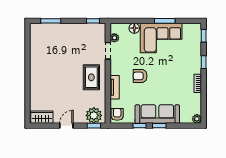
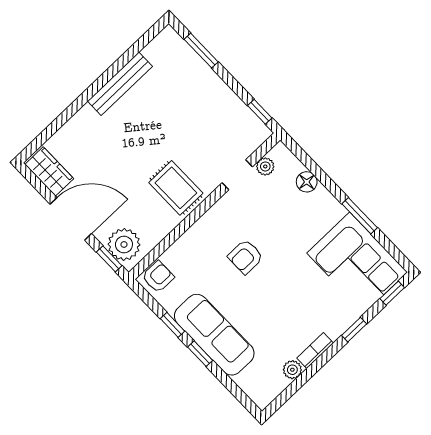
corner sofa: (161, 38) -> (357, 263), moved
bench: (35, 62) -> (120, 84), added
armchair: (140, 76) -> (246, 257), turned -90
rug: (91, 77) -> (176, 188), turned 90
tv unit: (115, 87) -> (194, 235), removed
plant: (197, 119) -> (292, 370), moved
door: (66, 126) -> (71, 219), width x1.87

